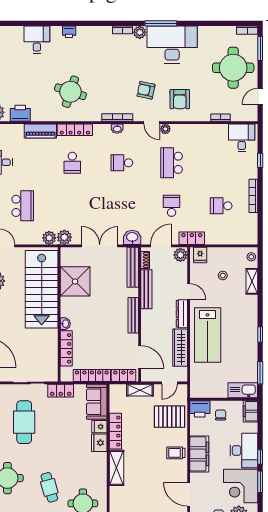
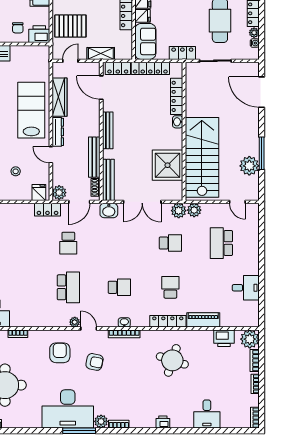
printer: (69, 32) -> (163, 422), moved
school desk: (221, 206) -> (170, 243), moved

